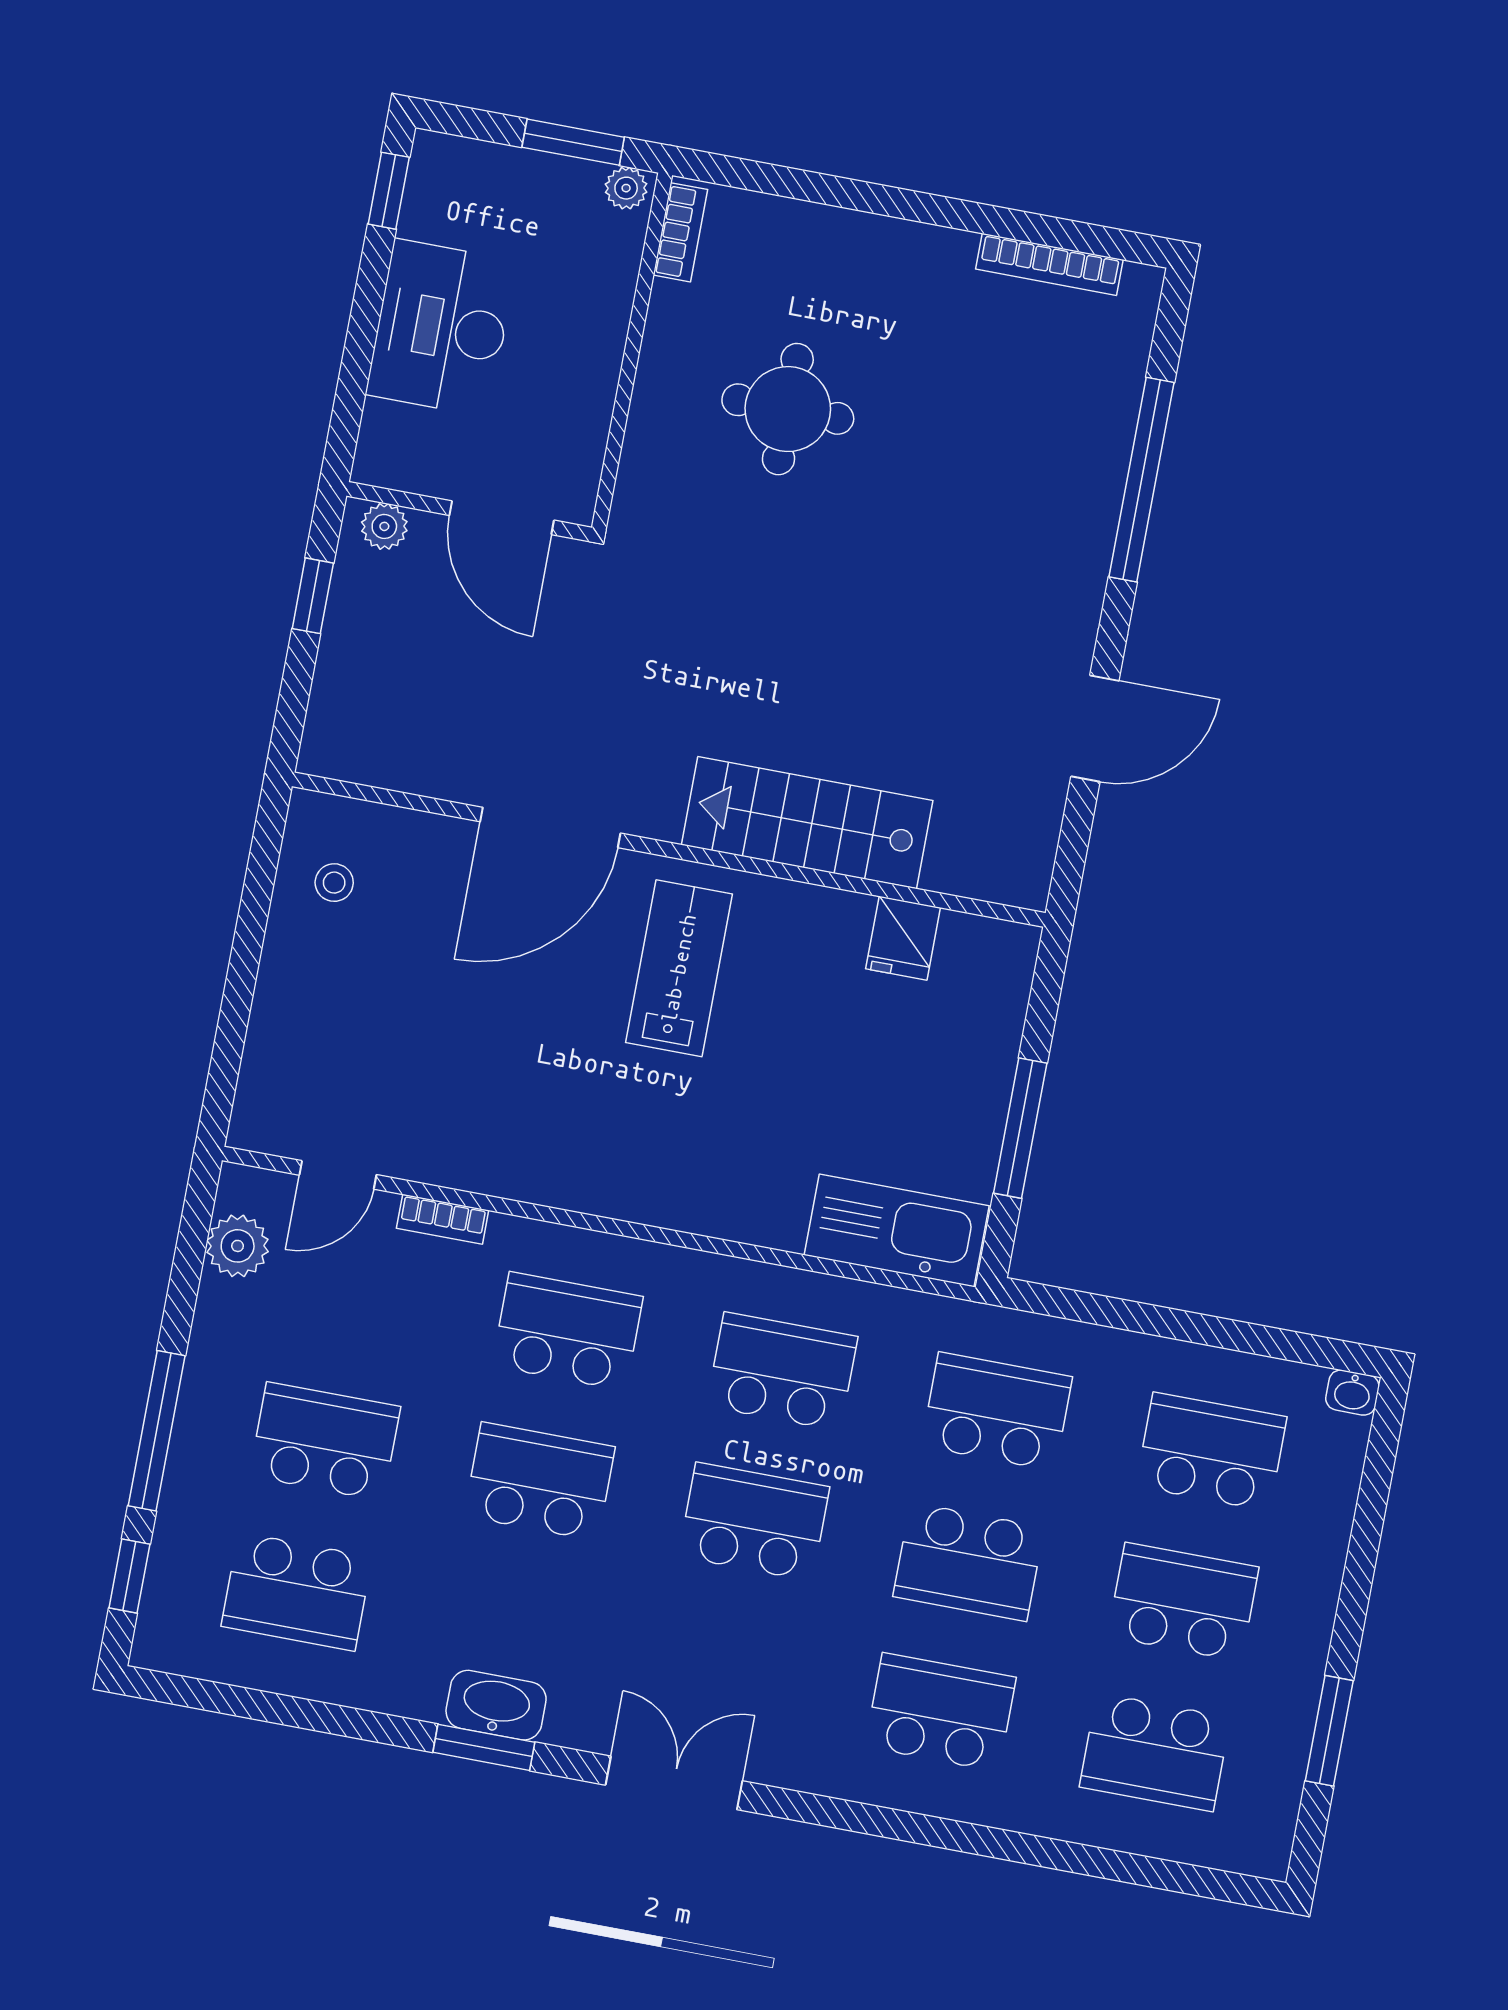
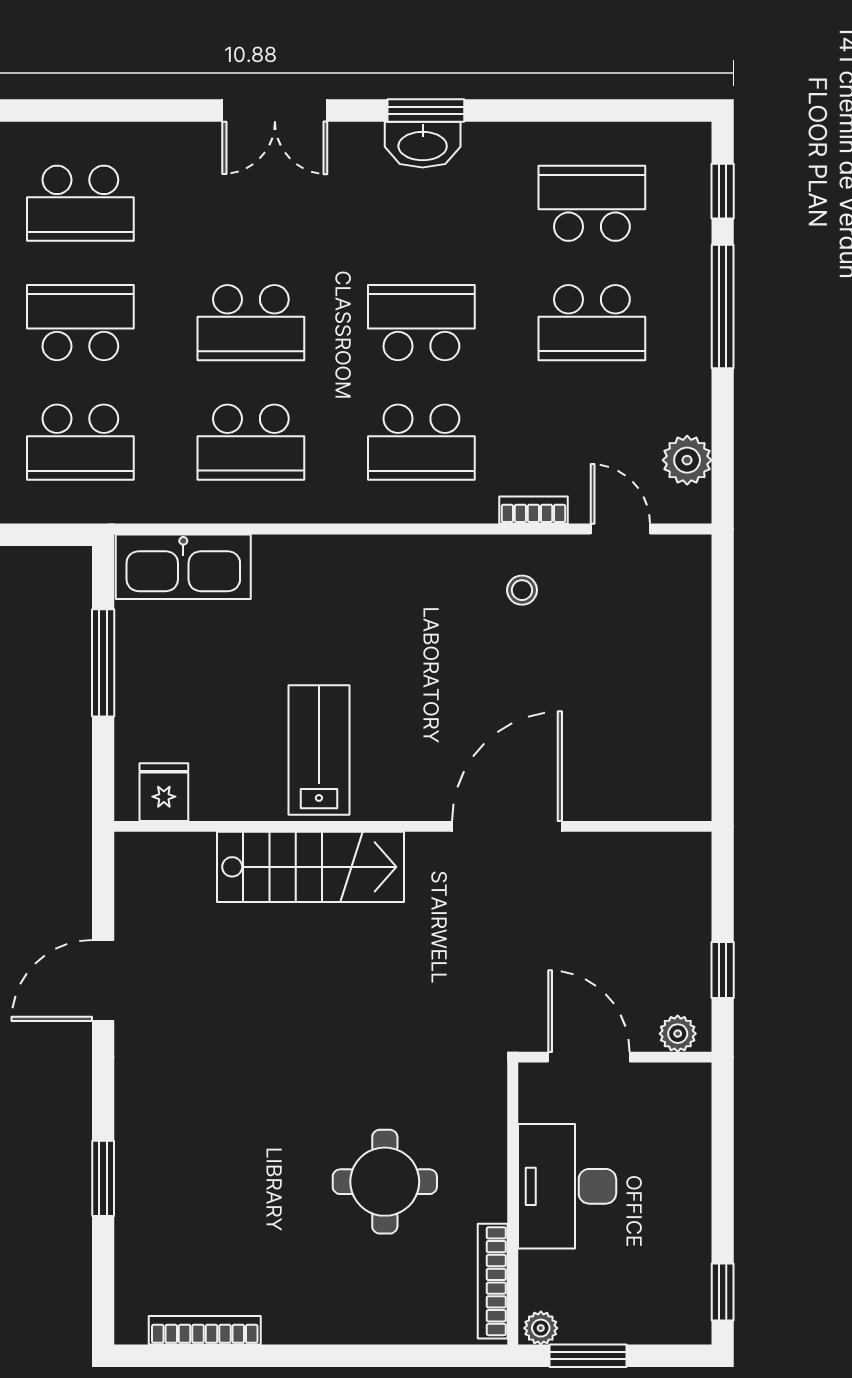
bookcase: (680, 232) -> (493, 1281), width x1.56
desk: (441, 328) -> (567, 1186), moved, turned 180
window: (1142, 480) -> (103, 1178), width x0.47
stool: (334, 883) -> (522, 590), moved
fridge: (903, 938) -> (164, 792), moved
lab bench: (679, 968) -> (319, 750), moved, turned 180
door: (338, 1175) -> (620, 529), hinge flipped
school desk: (539, 1481) -> (421, 323), turned 180

